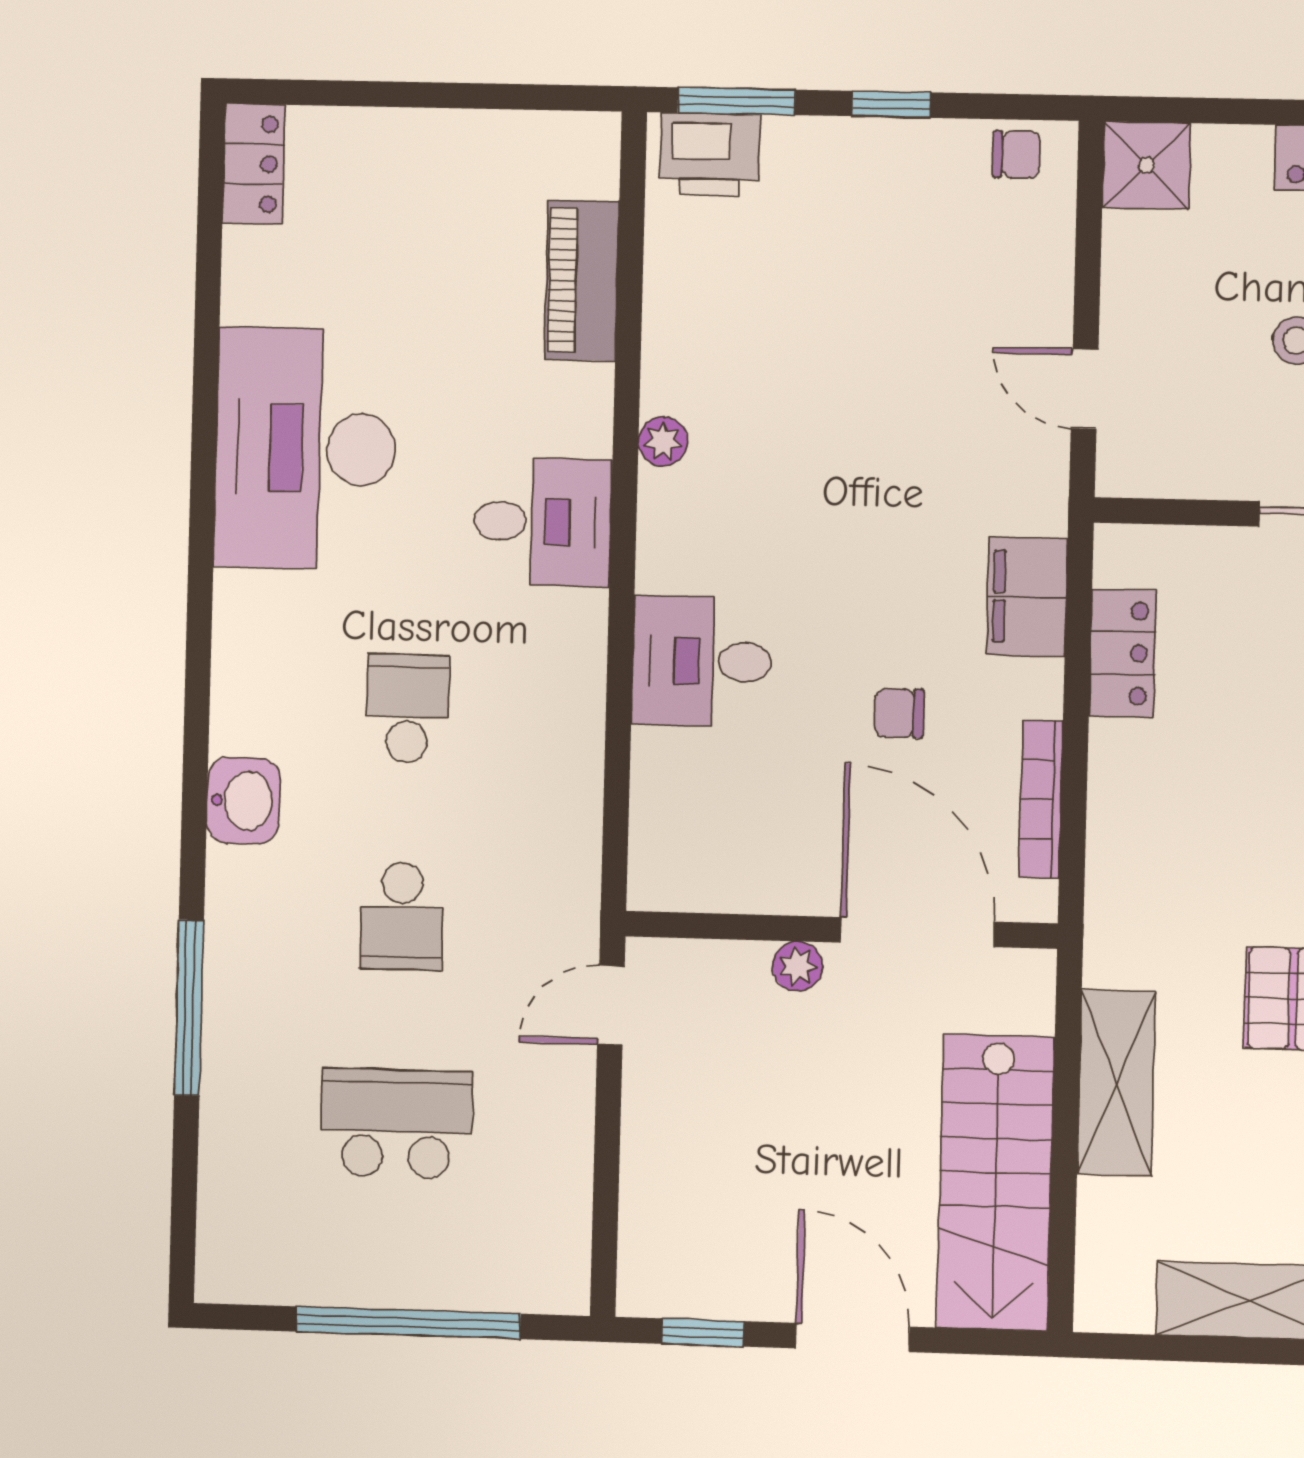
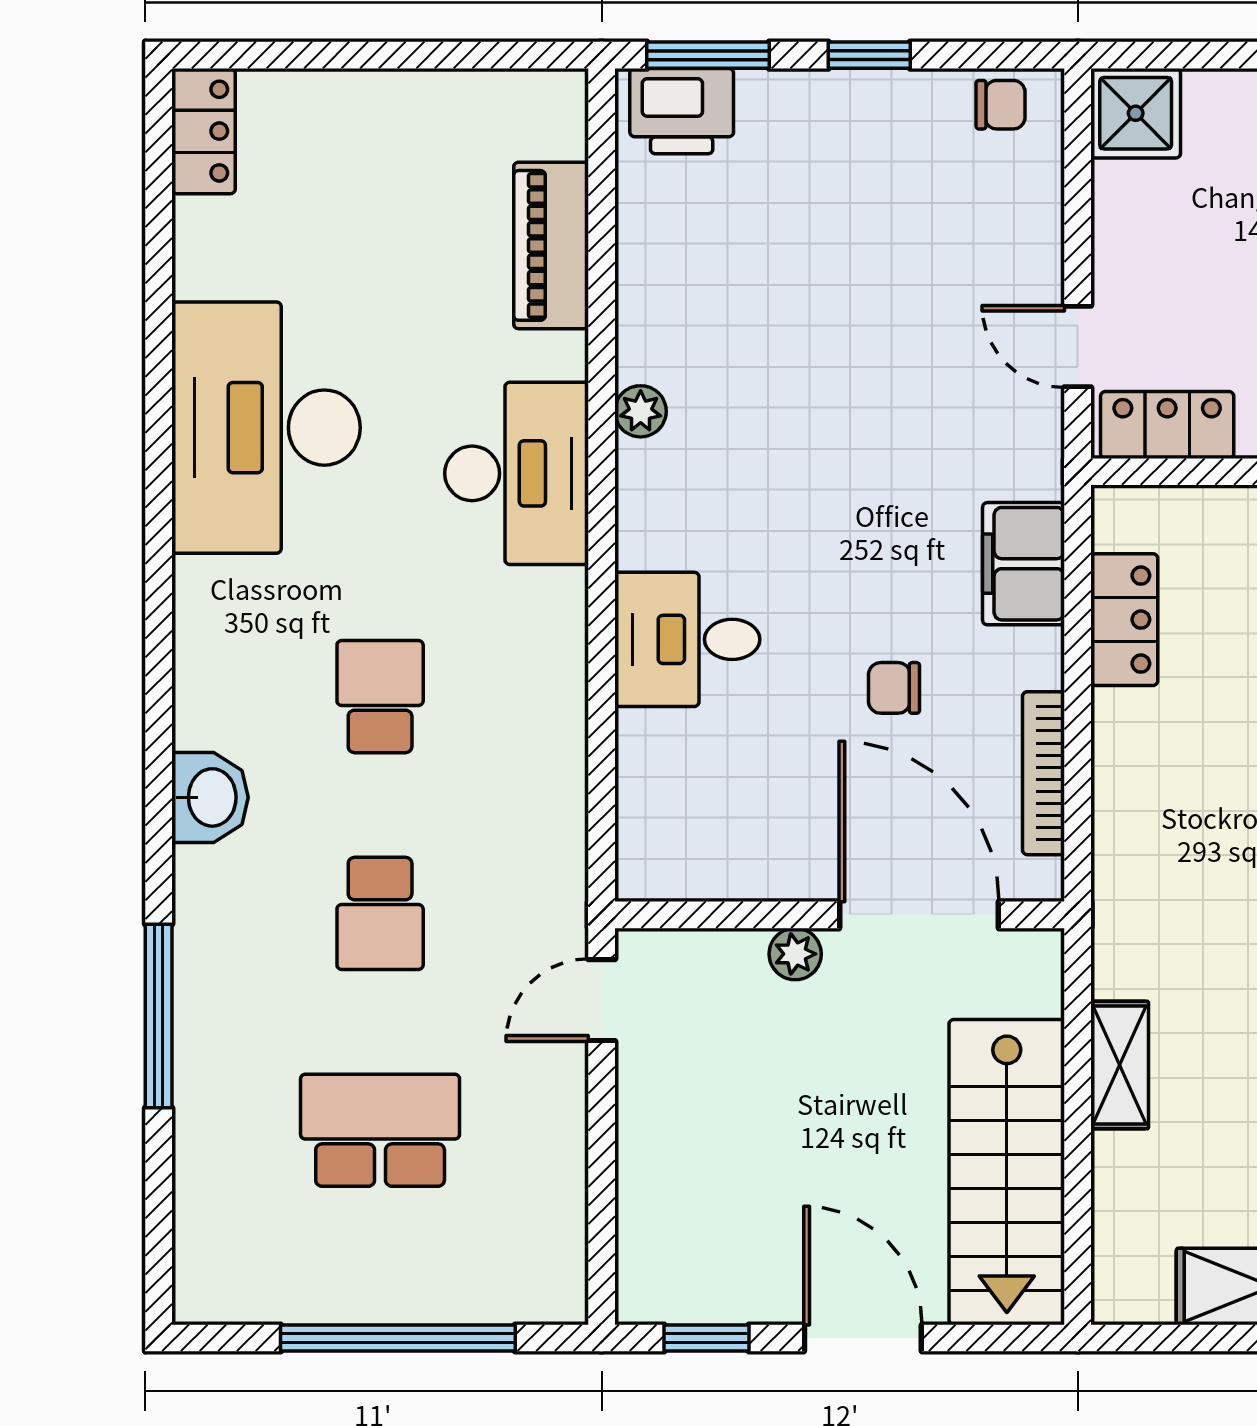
locker: (1169, 467) -> (1167, 425), added
desk: (542, 522) -> (517, 473), width x1.37
shelving: (1116, 1083) -> (1120, 1065), width x0.67, depth x0.75

